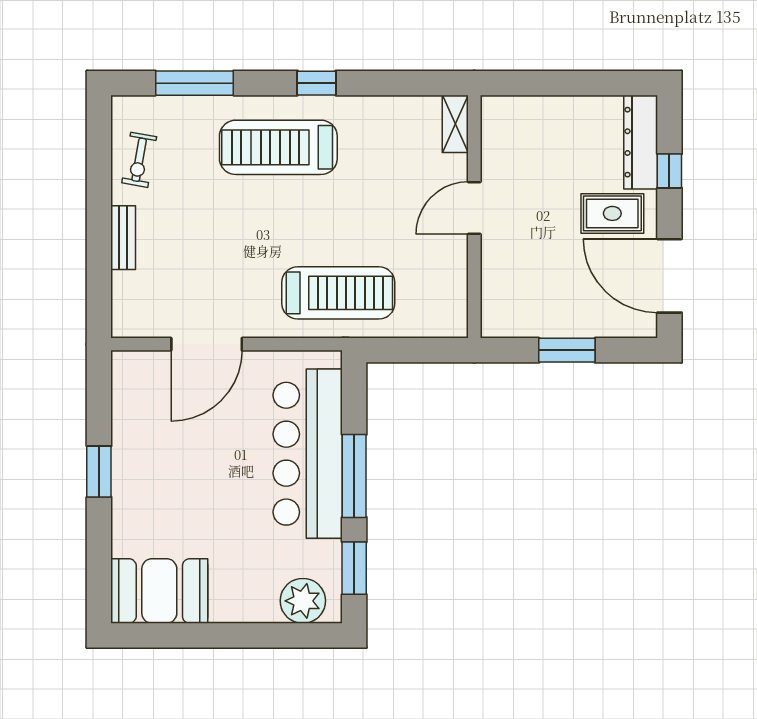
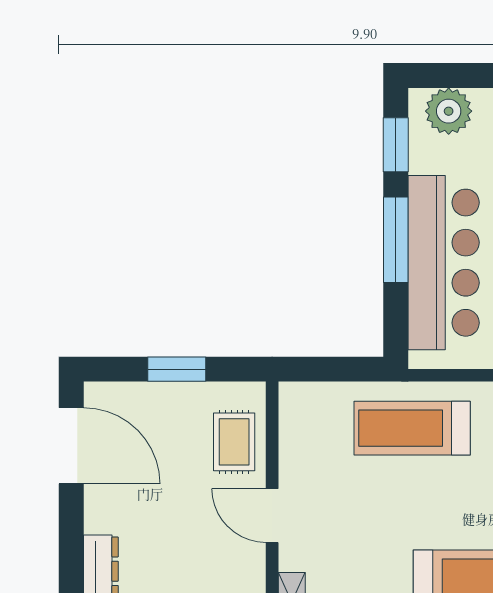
window: (669, 171) -> (71, 554), removed
door: (474, 208) -> (272, 516), swing flipped
rug: (612, 213) -> (234, 442), moved, turned 90

